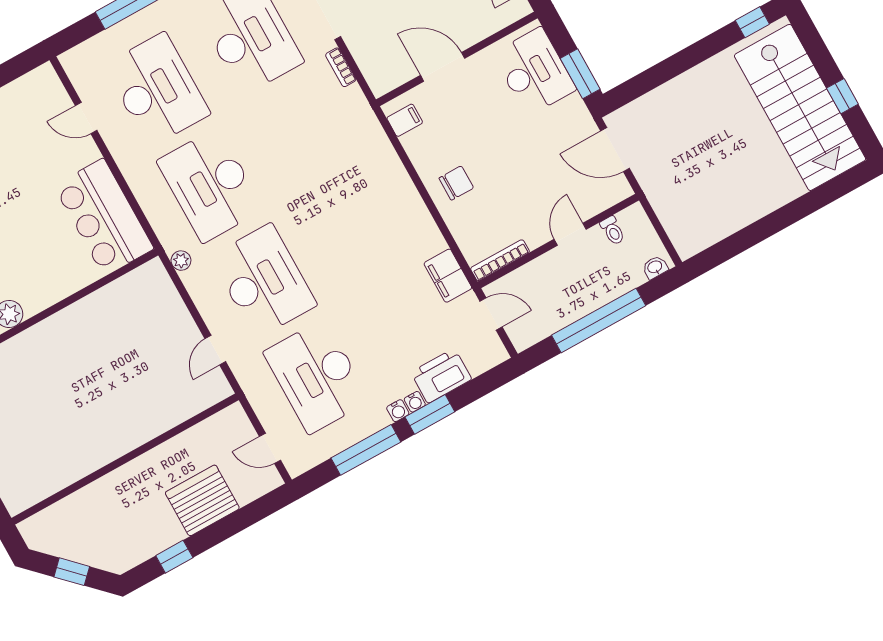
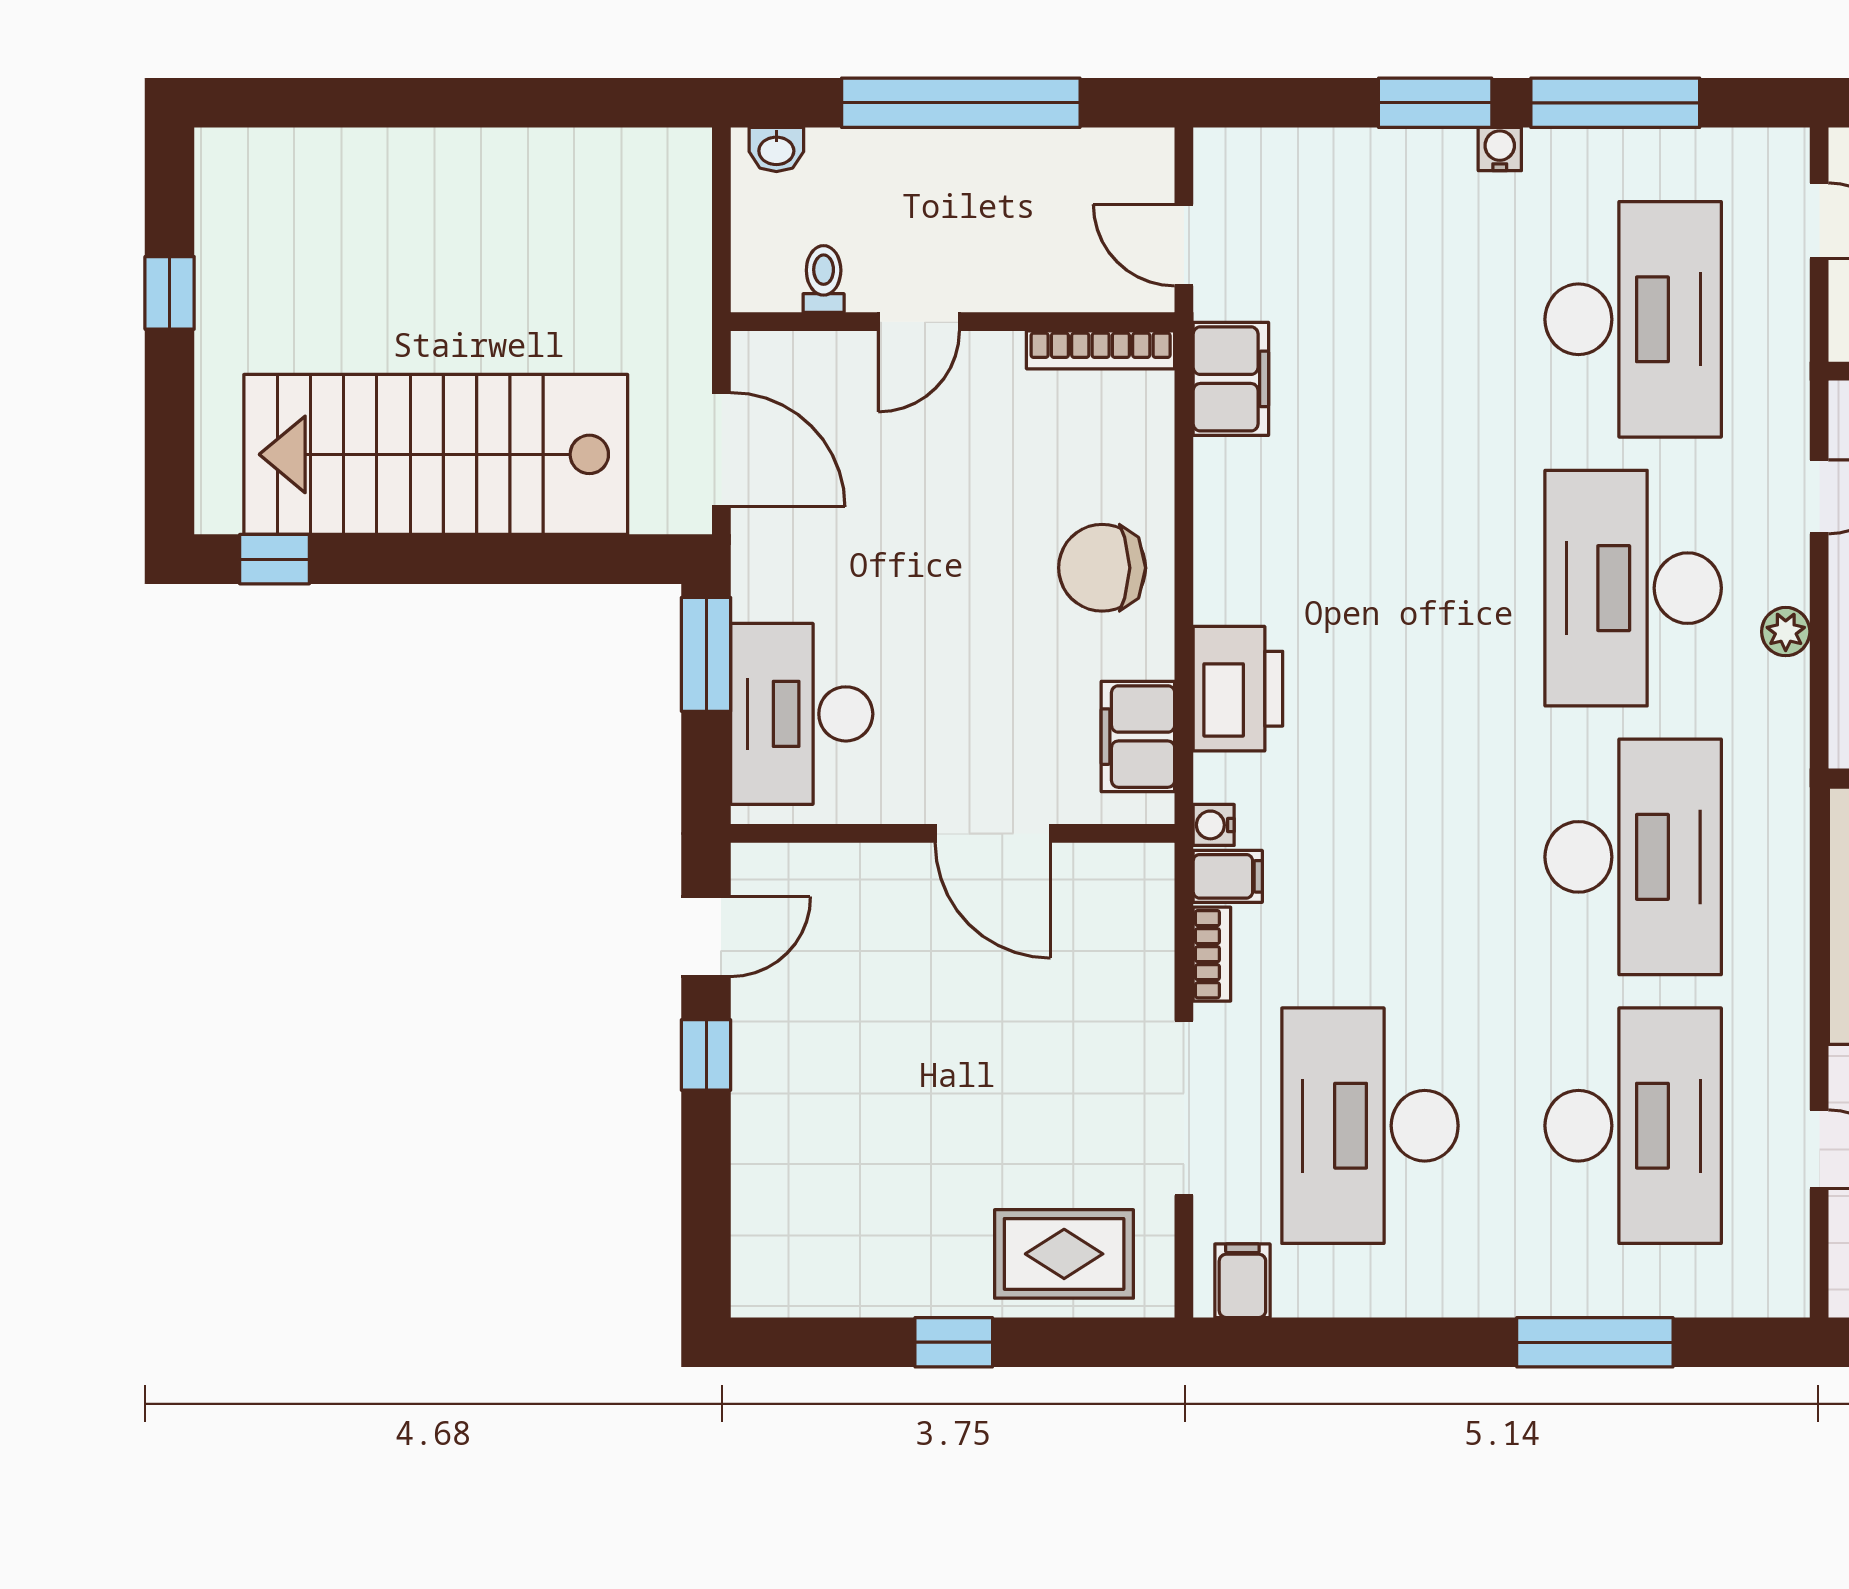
desk: (157, 90) -> (1633, 1126), turned 180
filing cabinet: (351, 98) -> (1228, 876), added
stairs: (800, 107) -> (436, 454), moved, turned -90
filing cabinet: (405, 120) -> (1138, 737), width x2.00
chair: (456, 183) -> (1102, 568), width x1.37, depth x1.37
plant: (181, 261) -> (1786, 632), moved
printer: (441, 376) -> (1238, 689), moved, turned -90
water cooler: (415, 402) -> (1214, 825), moved, turned -90

